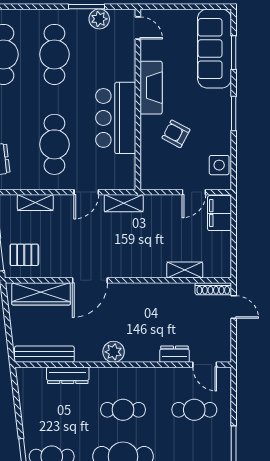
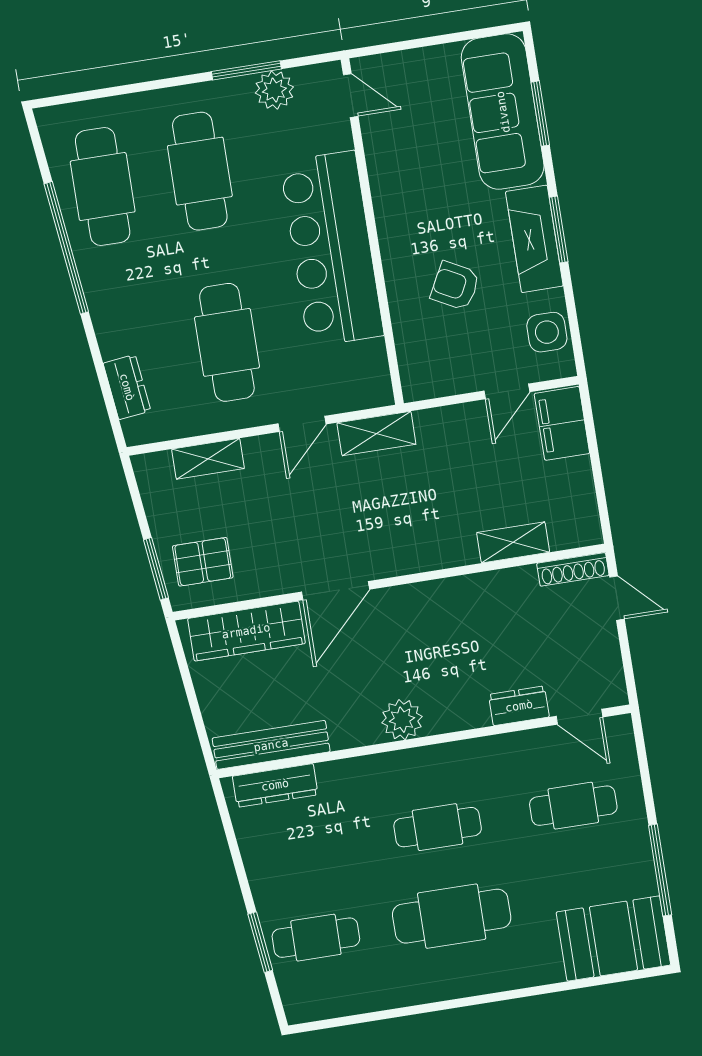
fireplace: (151, 88) -> (534, 239), moved, turned 180
bar counter: (116, 118) -> (332, 249), width x1.36
dresser: (68, 375) -> (275, 785), moved

